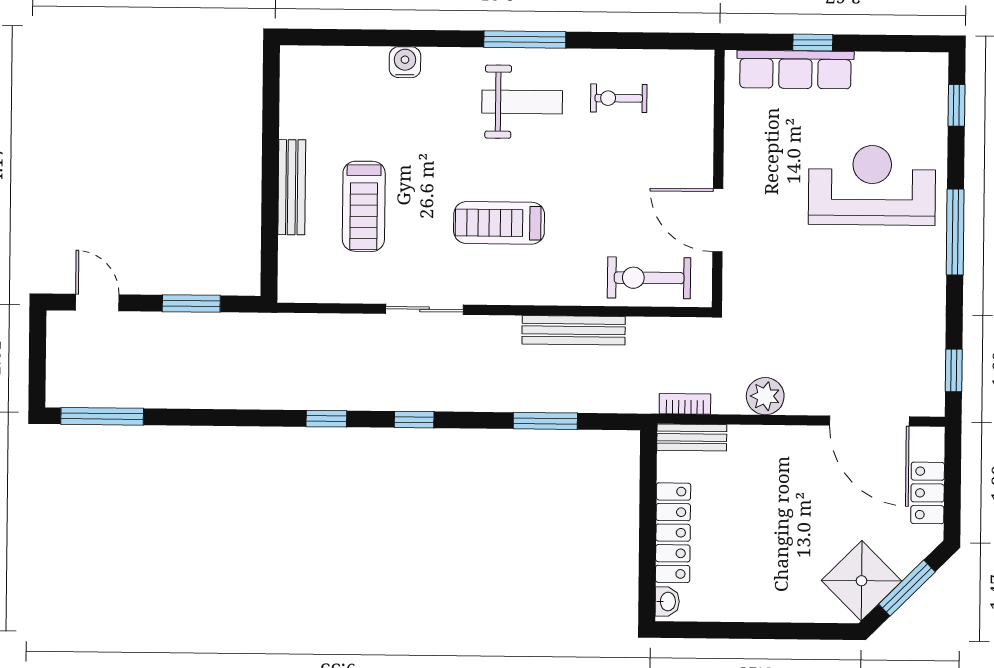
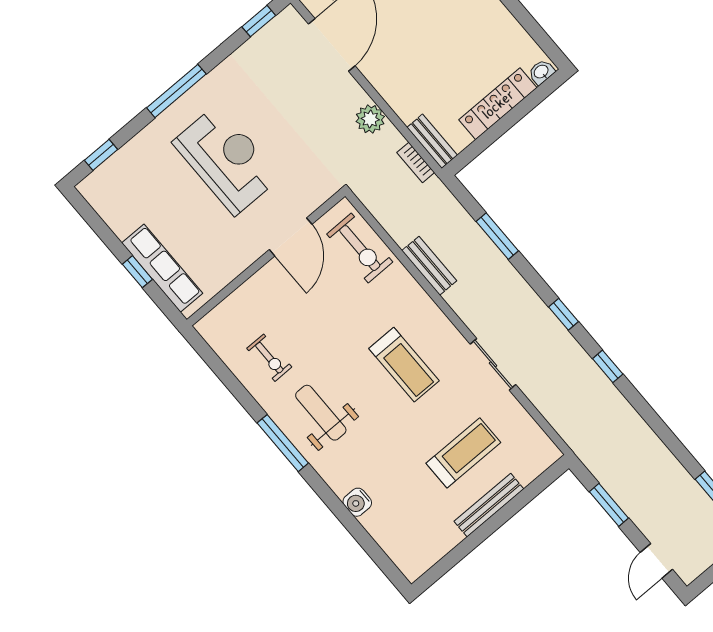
reception desk: (872, 185) -> (226, 160), moved, turned 180
bench: (574, 330) -> (429, 266), width x0.73

